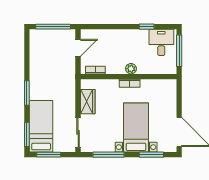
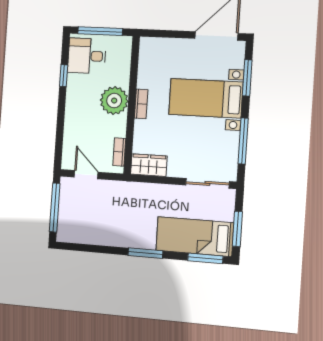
plant: (131, 69) -> (114, 101), width x1.88, depth x1.88
wardrobe: (88, 102) -> (149, 165), moved

